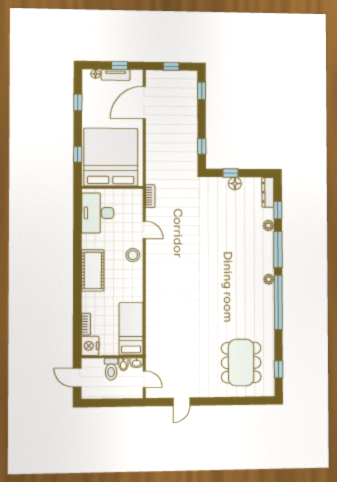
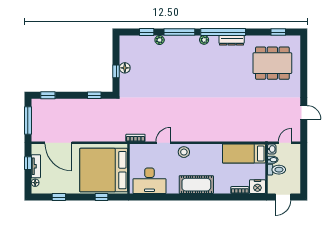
window: (171, 66) -> (28, 120), width x2.17
dresser: (268, 192) -> (232, 40), moved

